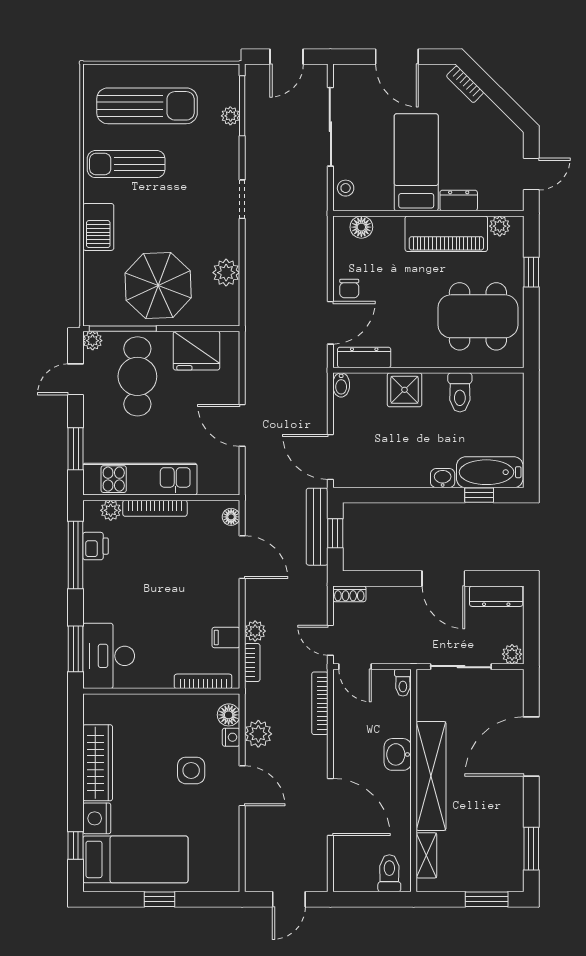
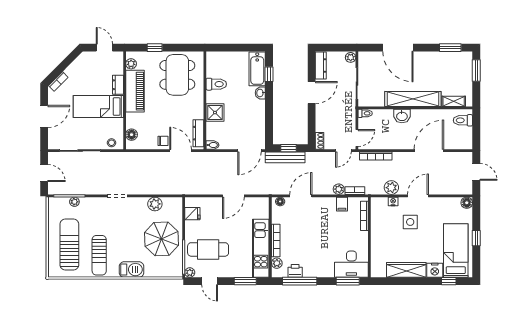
fridge: (196, 351) -> (192, 214), width x0.53, depth x0.75
floor lamp: (229, 715) -> (467, 203), moved

